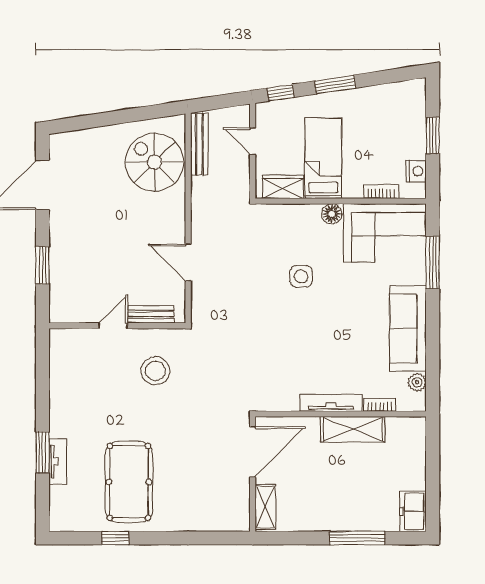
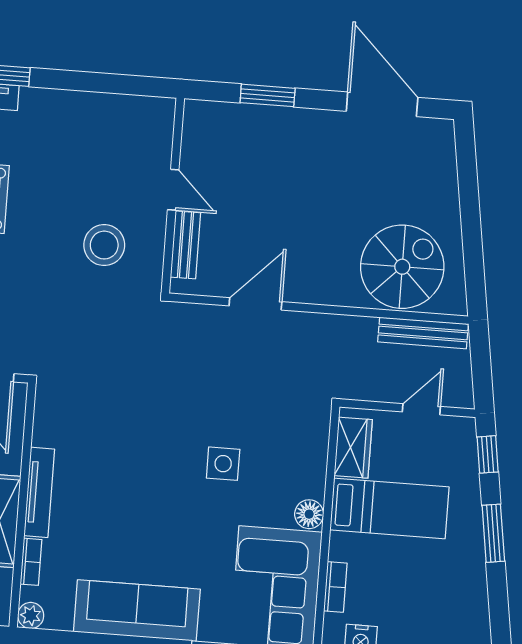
plant: (417, 382) -> (31, 615), moved

